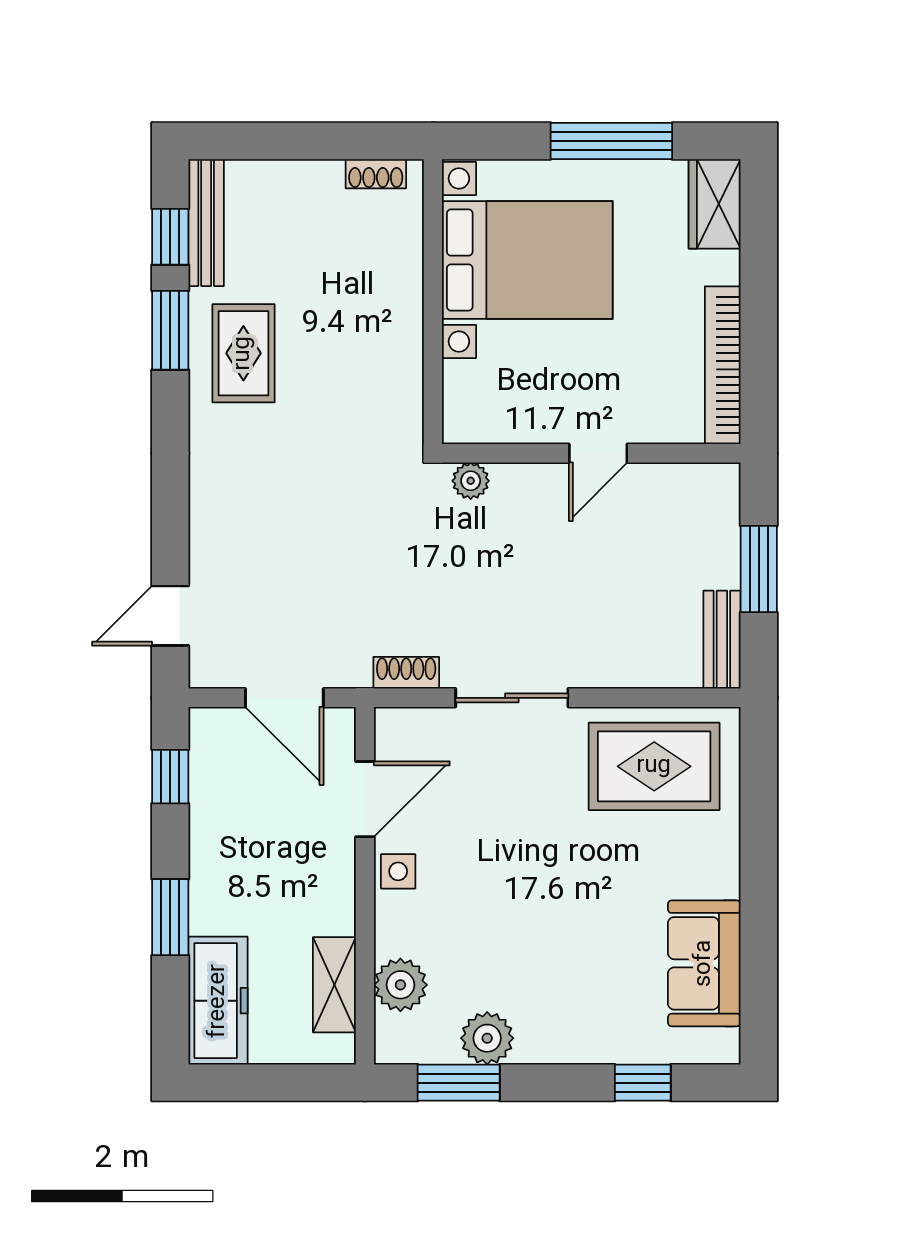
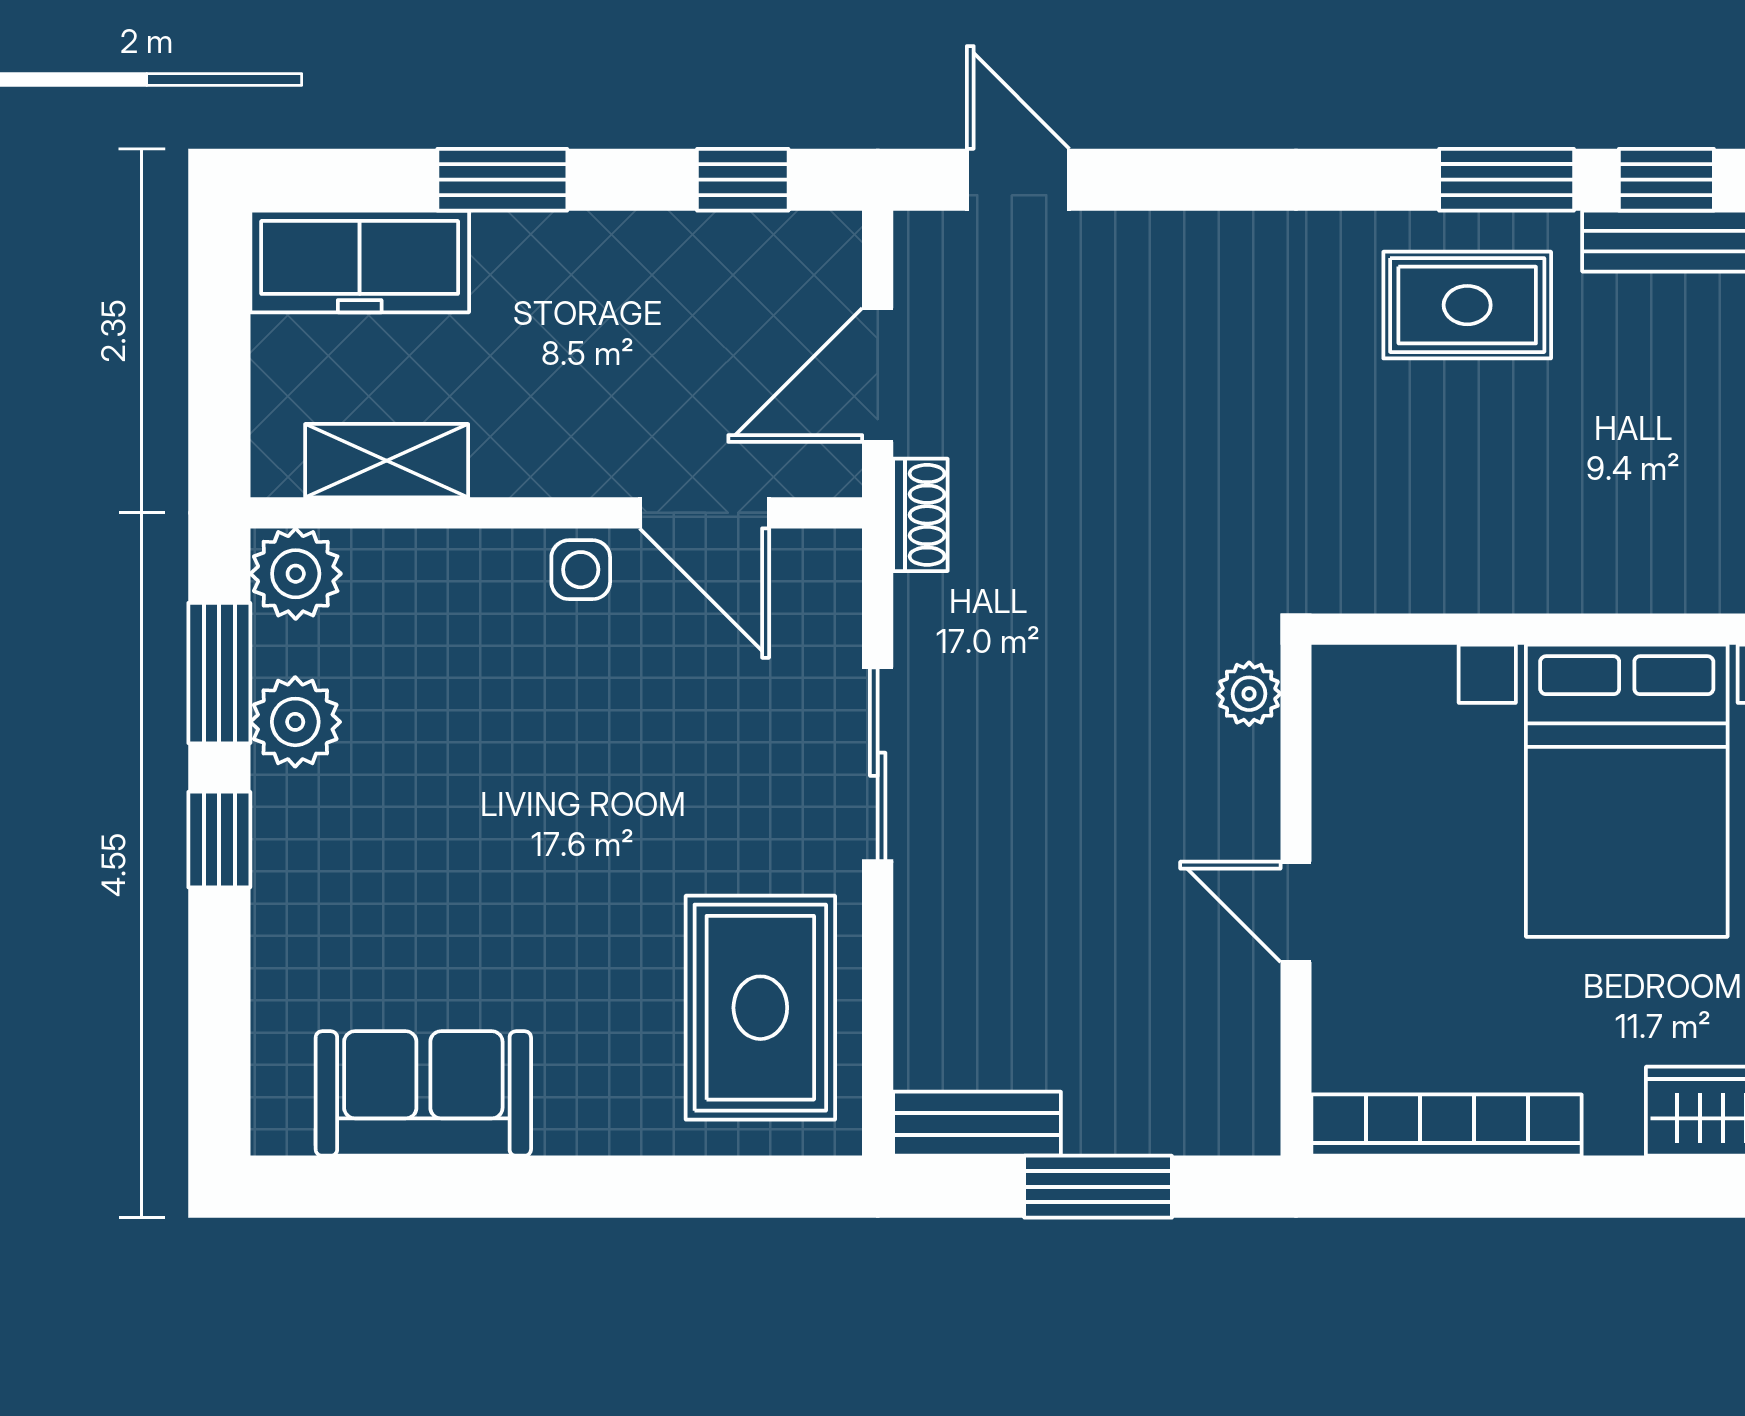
shoe rack: (406, 673) -> (920, 515), moved
plant: (400, 985) -> (296, 574), moved
window: (643, 1083) -> (219, 840), moved

